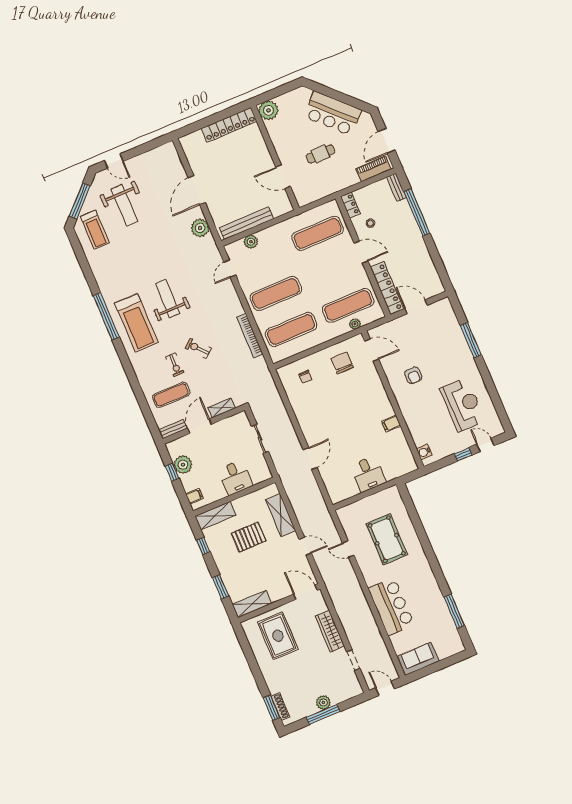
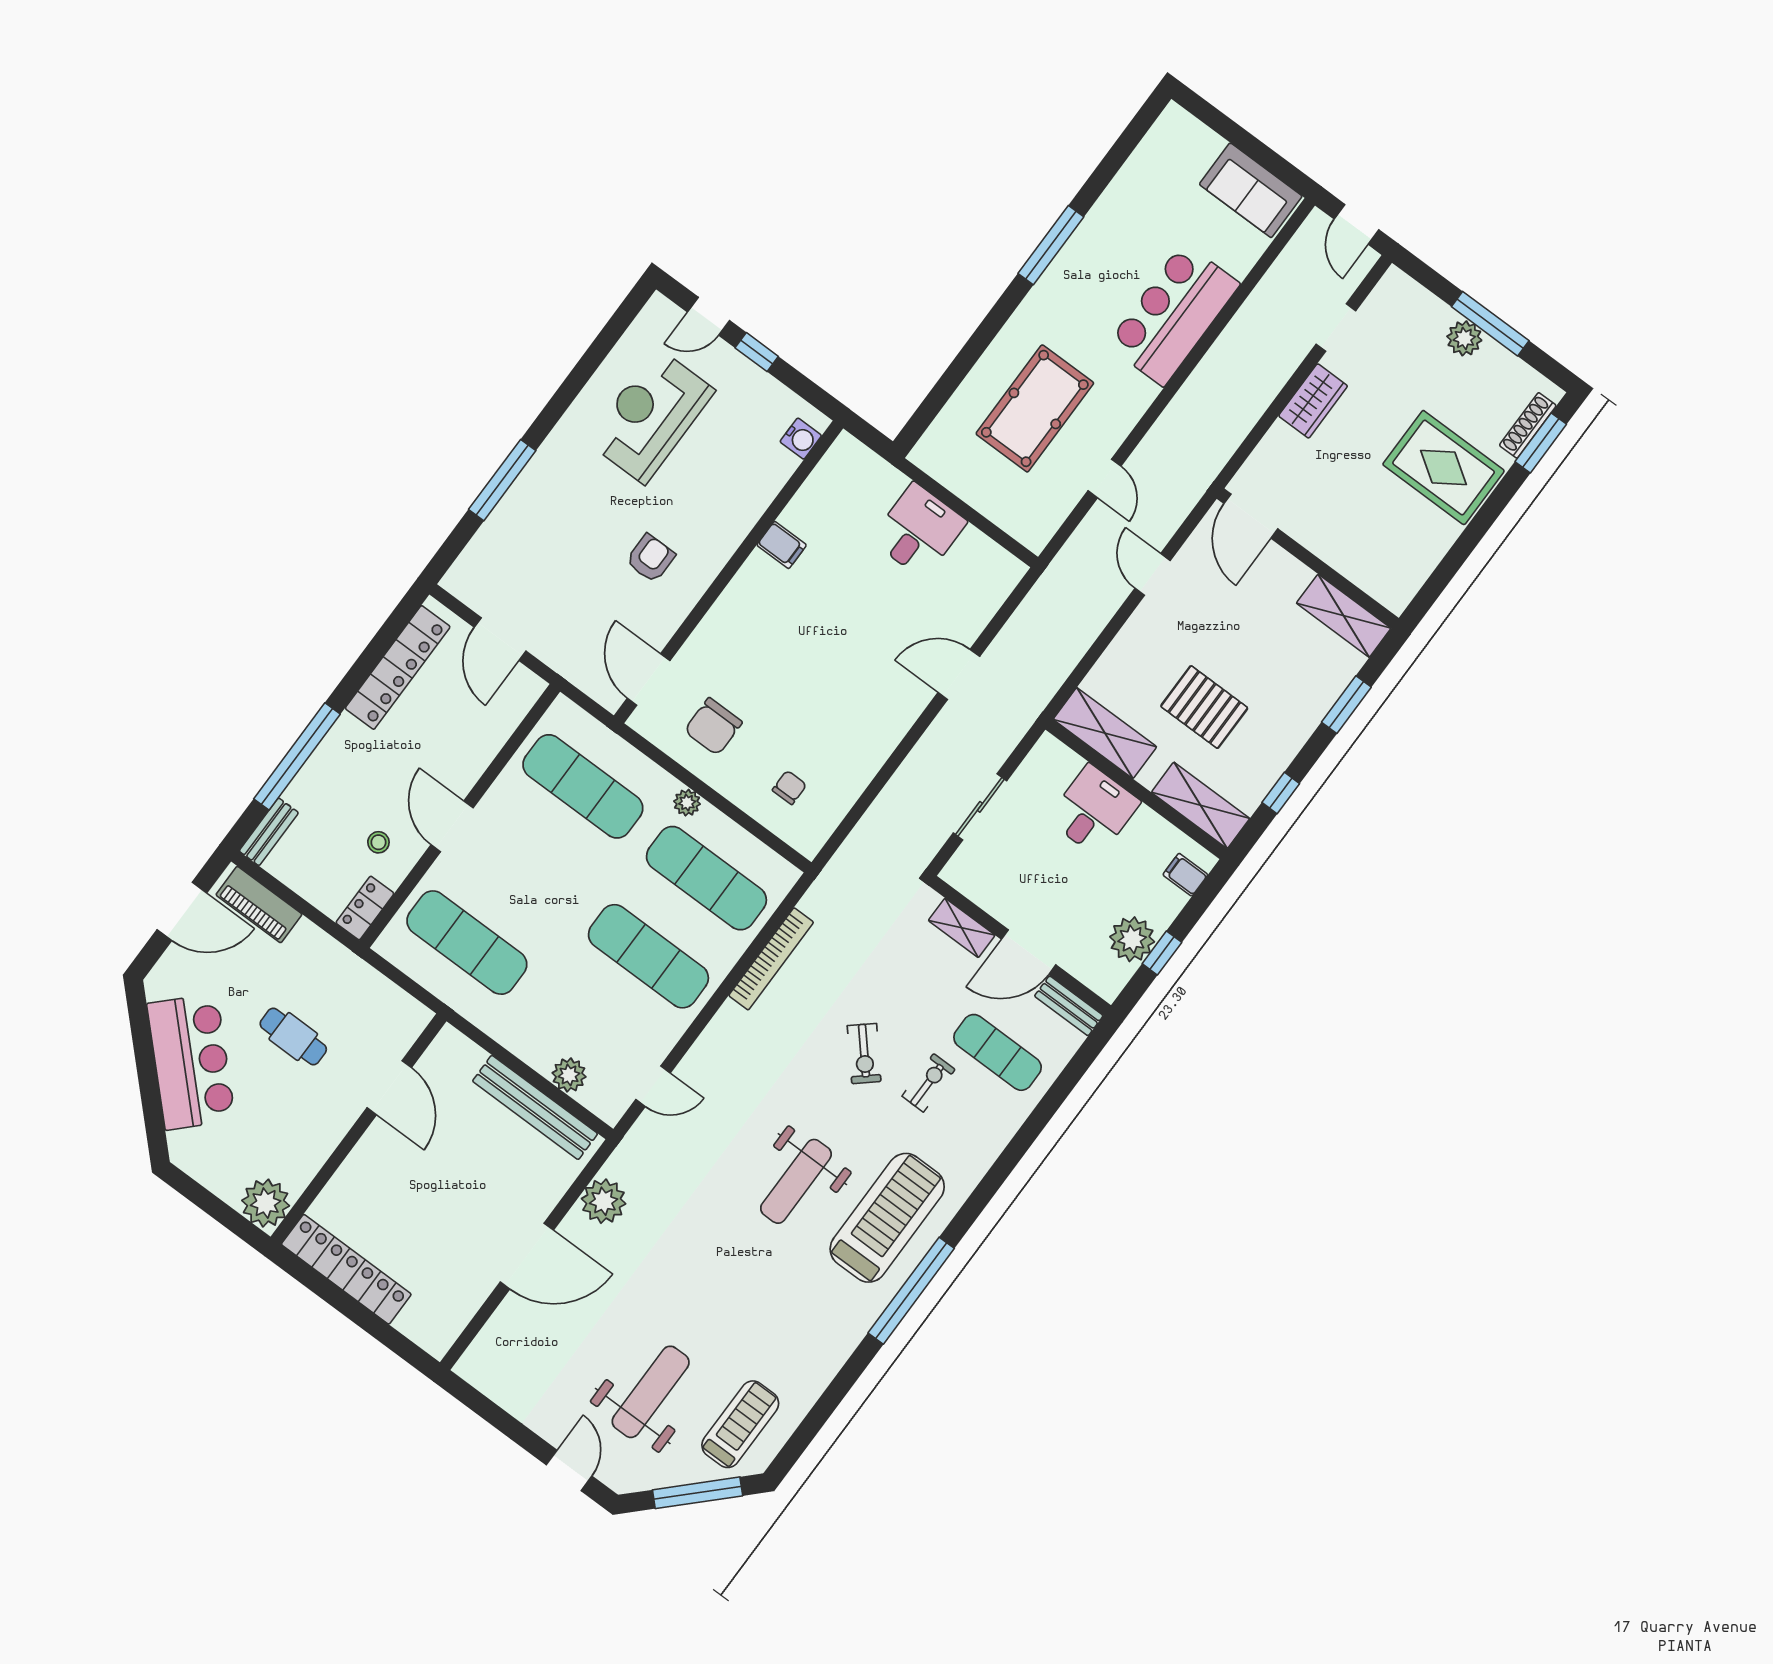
locker: (387, 288) -> (398, 667), moved, turned 180
plant: (355, 324) -> (687, 803), moved
door: (485, 445) -> (708, 316), hinge flipped
shelving: (281, 515) -> (1105, 733), moved, turned 90
window: (454, 611) -> (1051, 245), moved
wardrobe: (330, 631) -> (1313, 401), width x0.67
rug: (278, 636) -> (1444, 468), moved, turned 90

